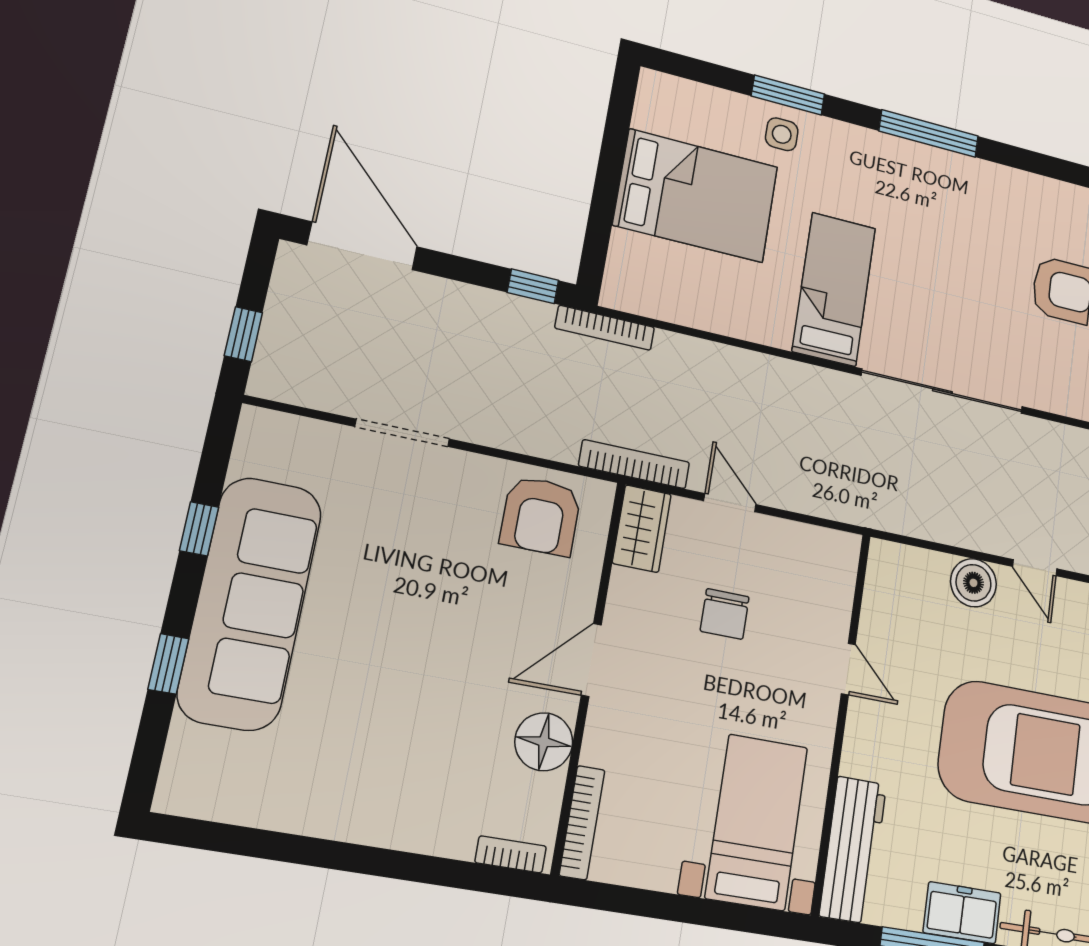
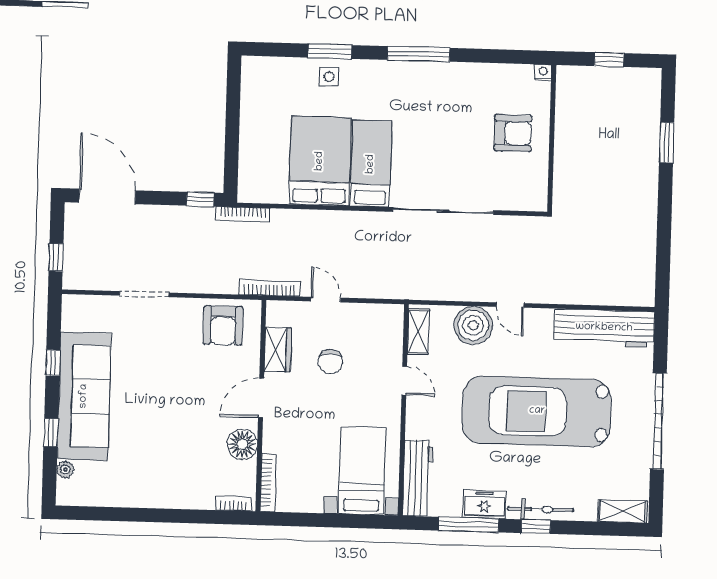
bed: (696, 196) -> (320, 161), moved, turned -90
wardrobe: (642, 529) -> (278, 350), moved
boiler: (973, 583) -> (473, 325), width x1.37, depth x1.37
shelving: (881, 587) -> (418, 332), added
plant: (184, 742) -> (65, 470), added

